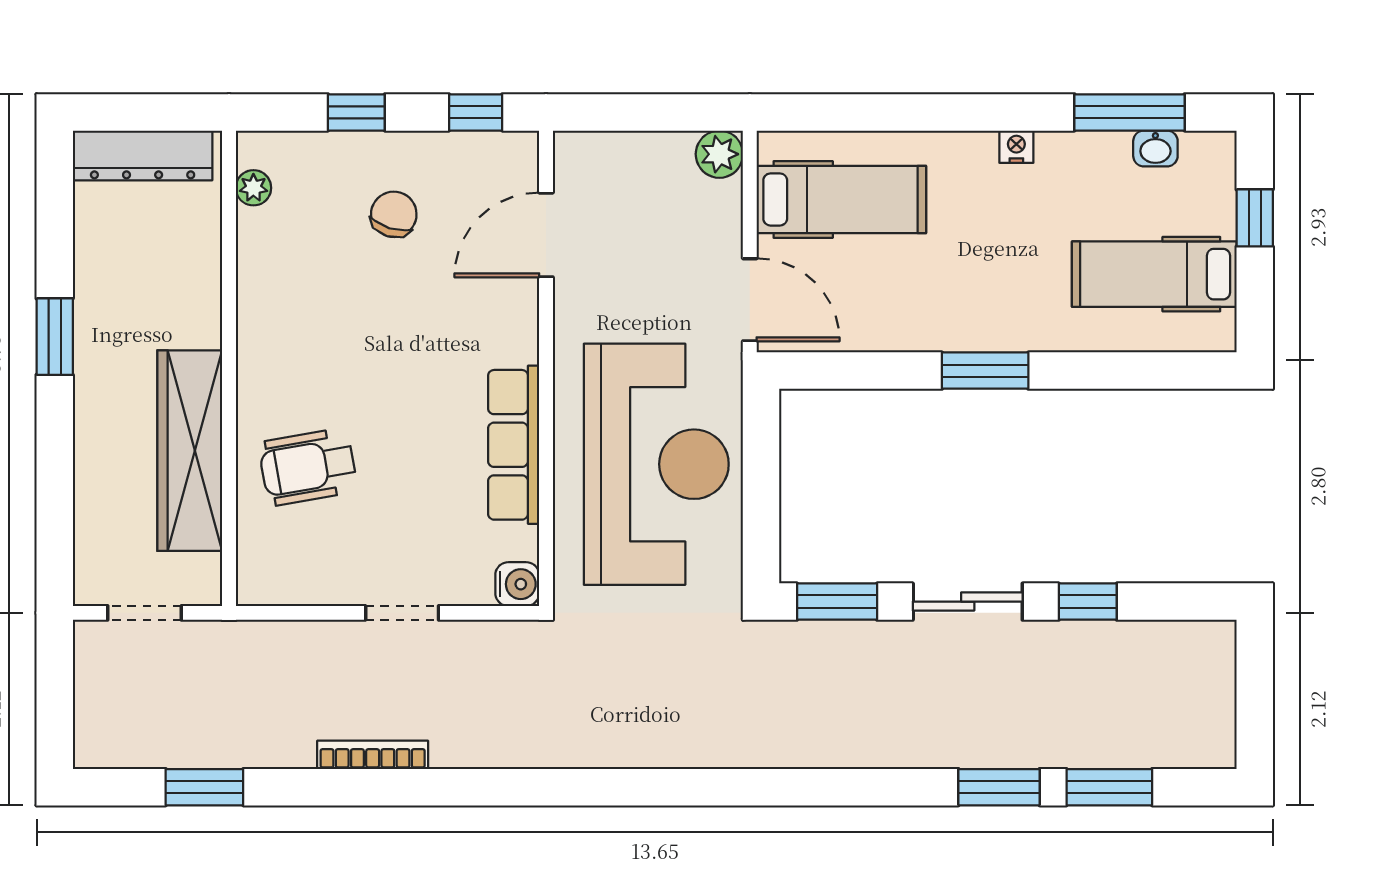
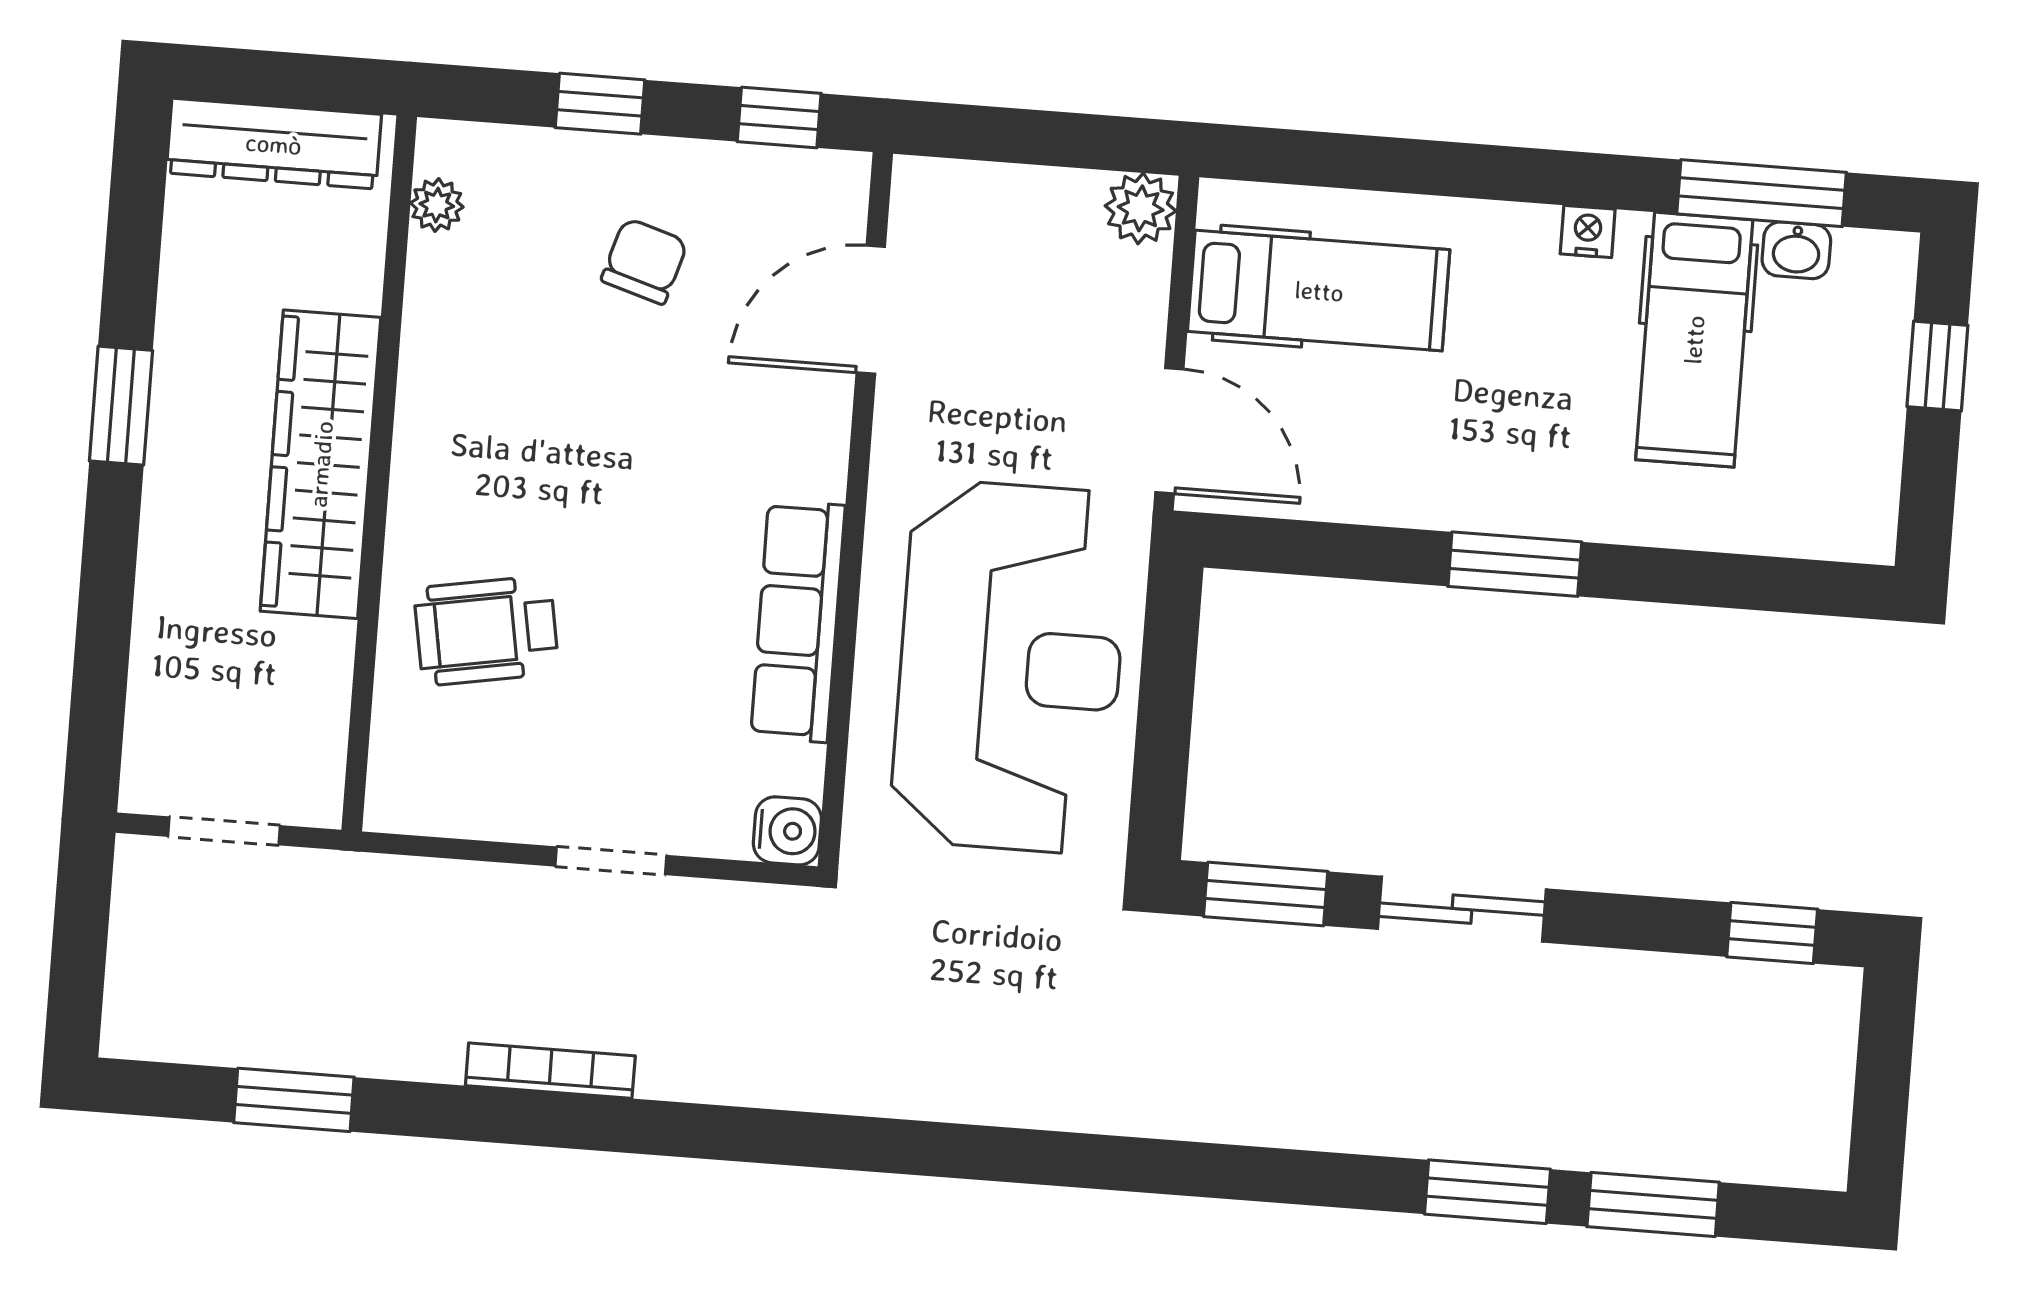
hospital bed: (1154, 274) -> (1694, 340), moved, turned -90
wardrobe: (190, 451) -> (321, 464), moved
window: (1088, 602) -> (1772, 933), moved

